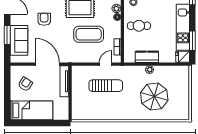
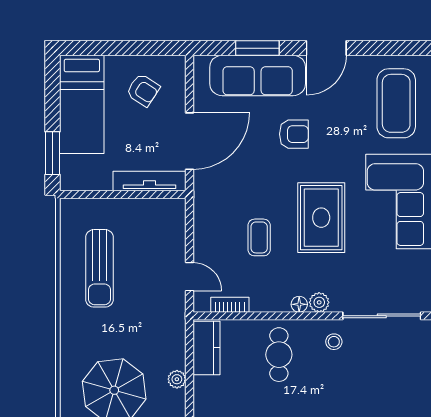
coffee table: (89, 34) -> (259, 237), width x0.54, depth x0.58
sofa: (19, 40) -> (258, 75), width x1.36
kitchen counter: (147, 57) -> (207, 348), moved
sun lounger: (106, 86) -> (100, 268), moved
window: (52, 123) -> (53, 153), added

